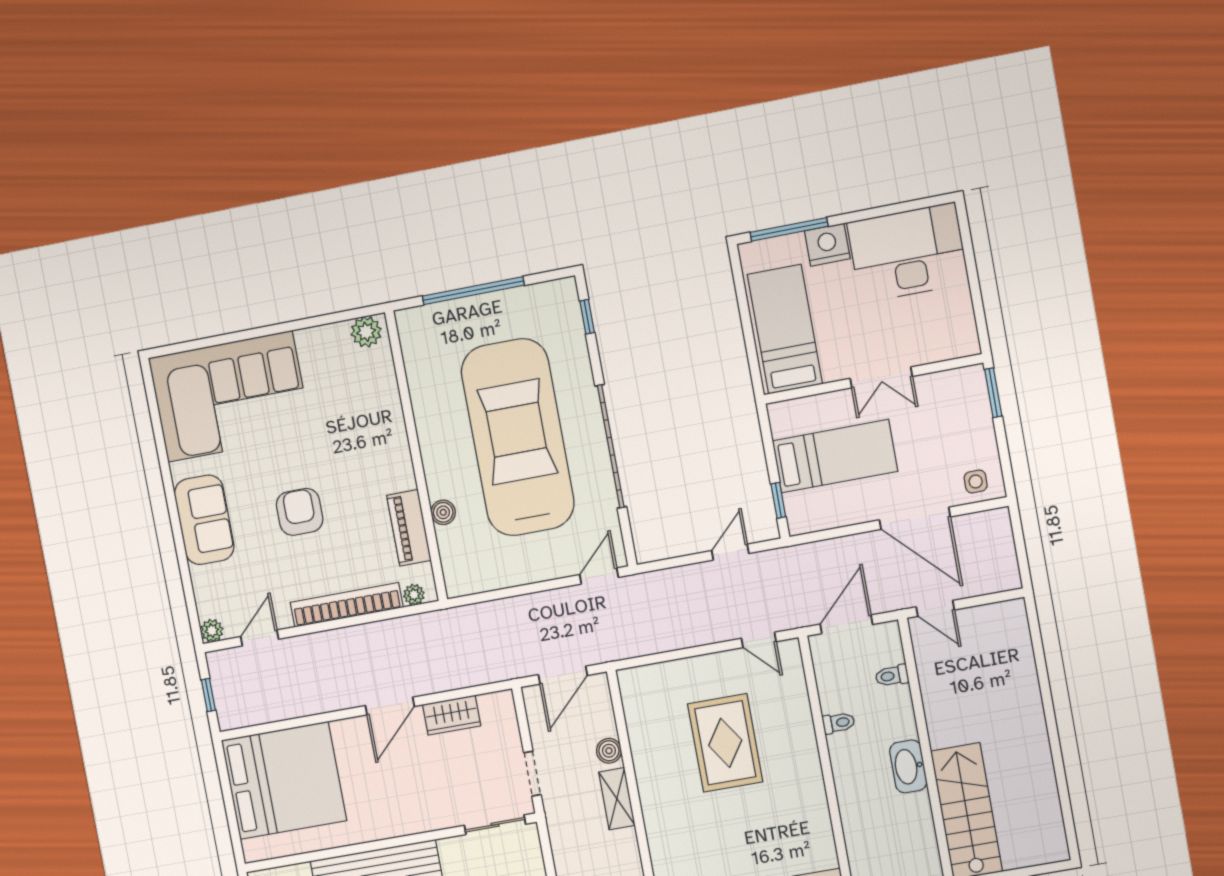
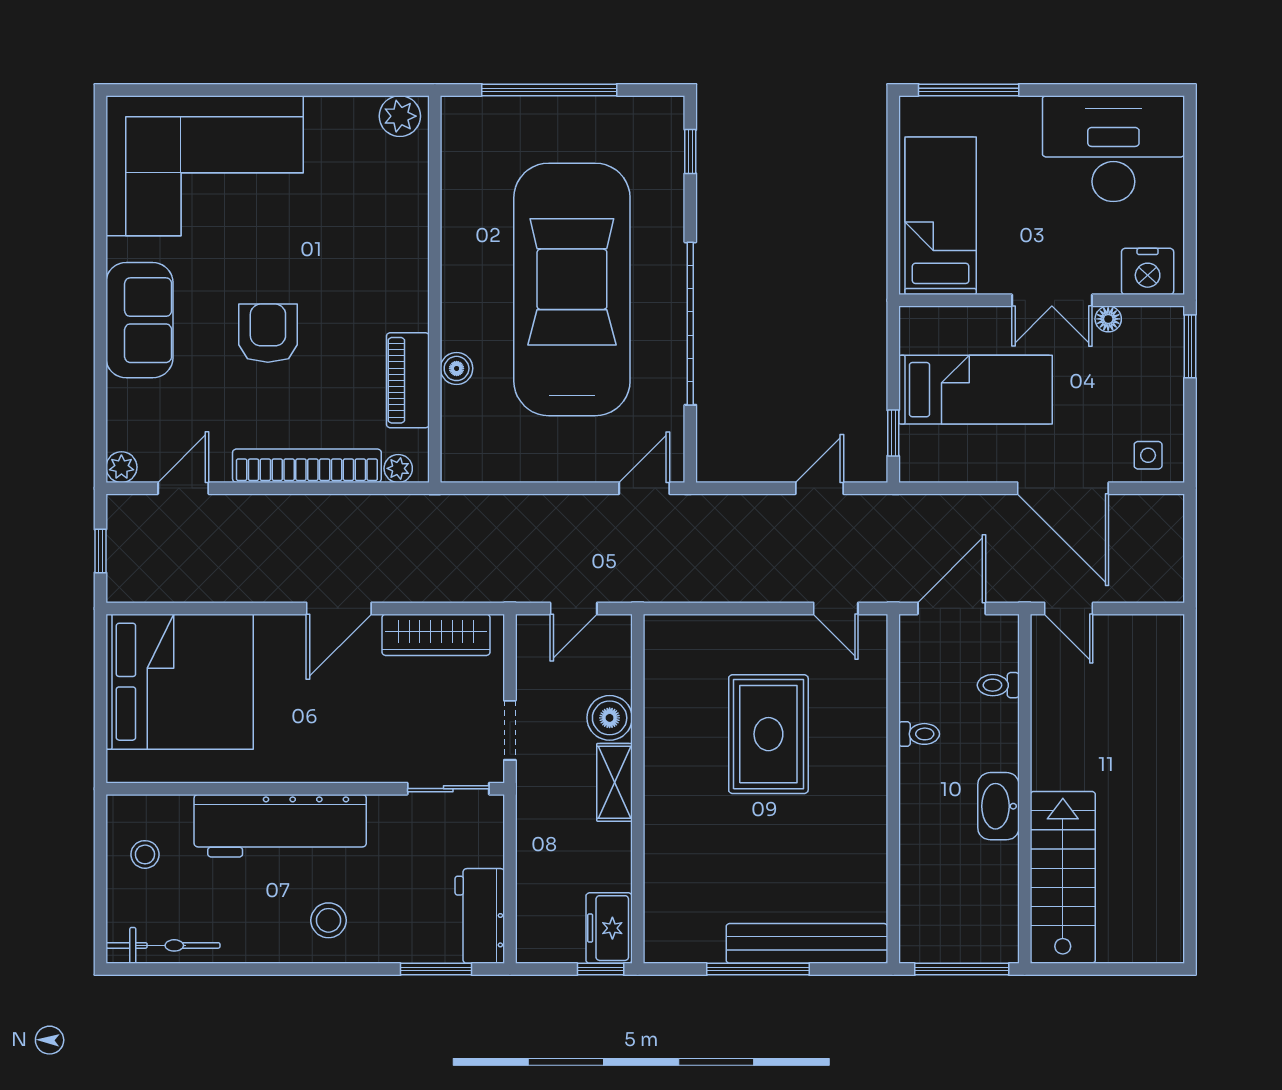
nightstand: (827, 245) -> (1148, 271), moved, turned 180
floor lamp: (927, 384) -> (1108, 319), added
door: (563, 675) -> (574, 608), width x0.73
wardrobe: (452, 715) -> (436, 635), width x1.50
boiler: (609, 751) -> (610, 718), width x1.36, depth x1.36

